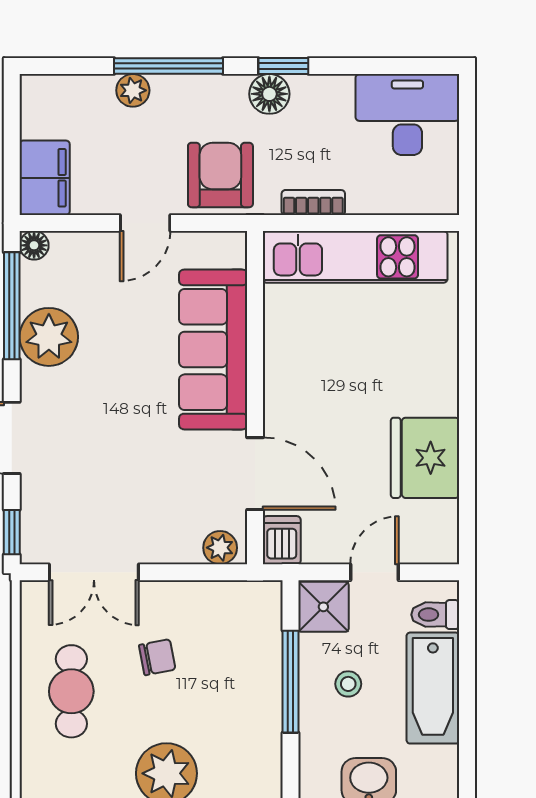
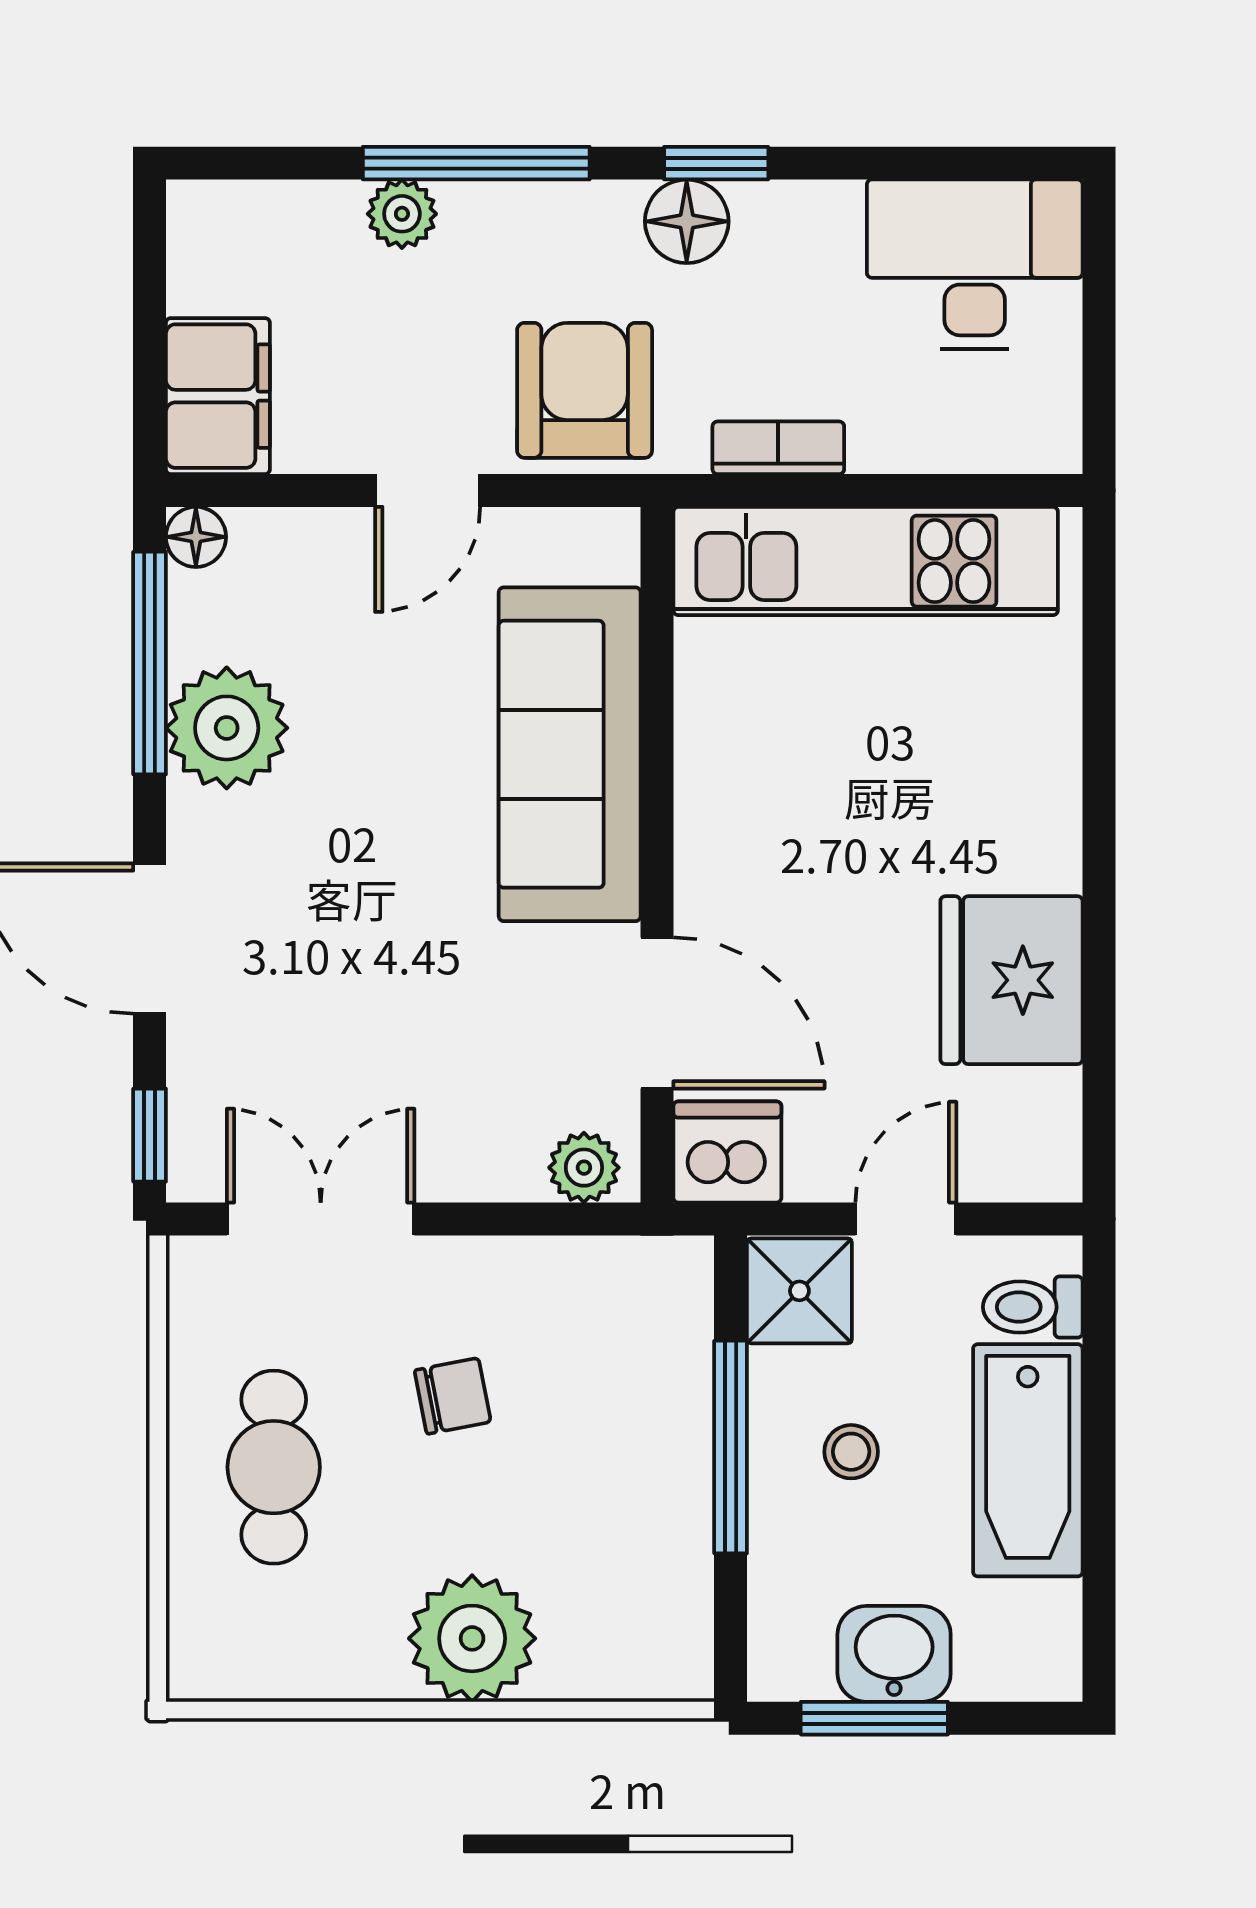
dishwasher: (282, 540) -> (727, 1152), width x1.38
double door: (94, 572) -> (321, 1219), swing flipped

